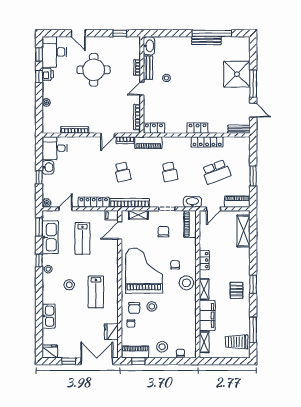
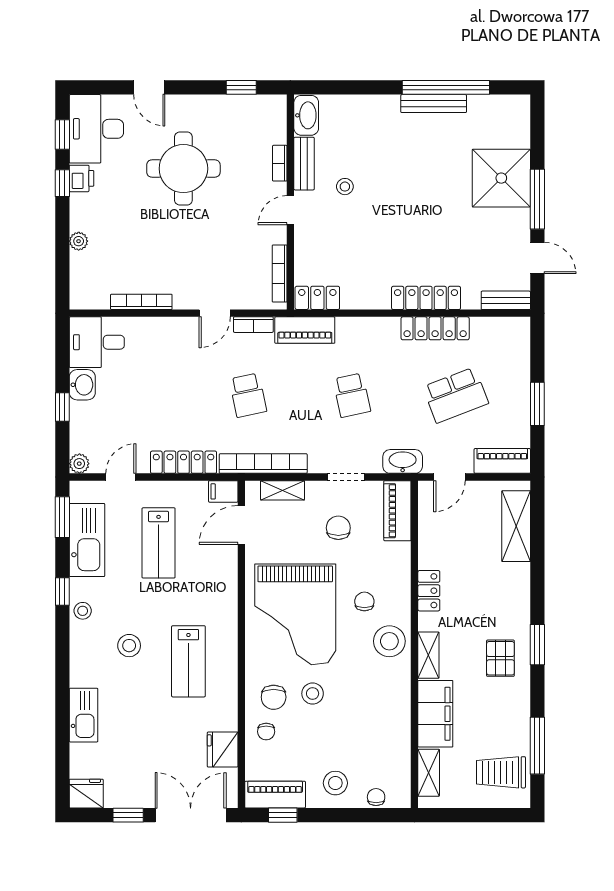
locker: (197, 128) -> (426, 298), width x1.53
grand piano: (144, 271) -> (295, 614), turned 180

